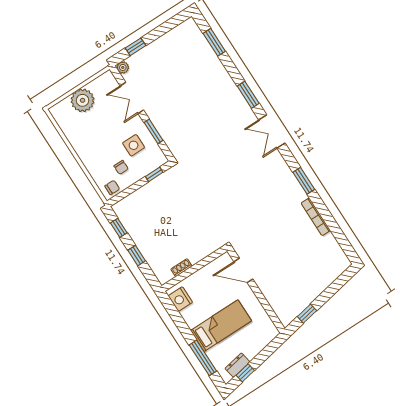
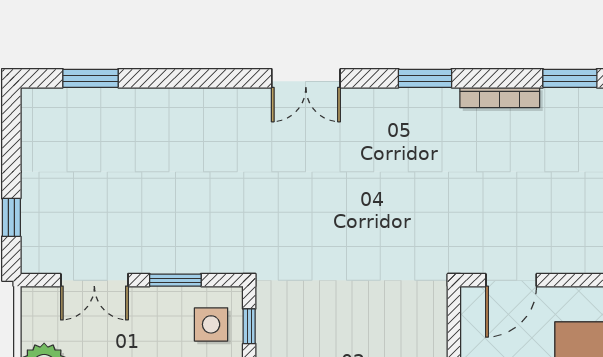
plant: (123, 67) -> (32, 262), removed
window: (248, 95) -> (570, 78), moved
side table: (134, 145) -> (211, 324), moved

